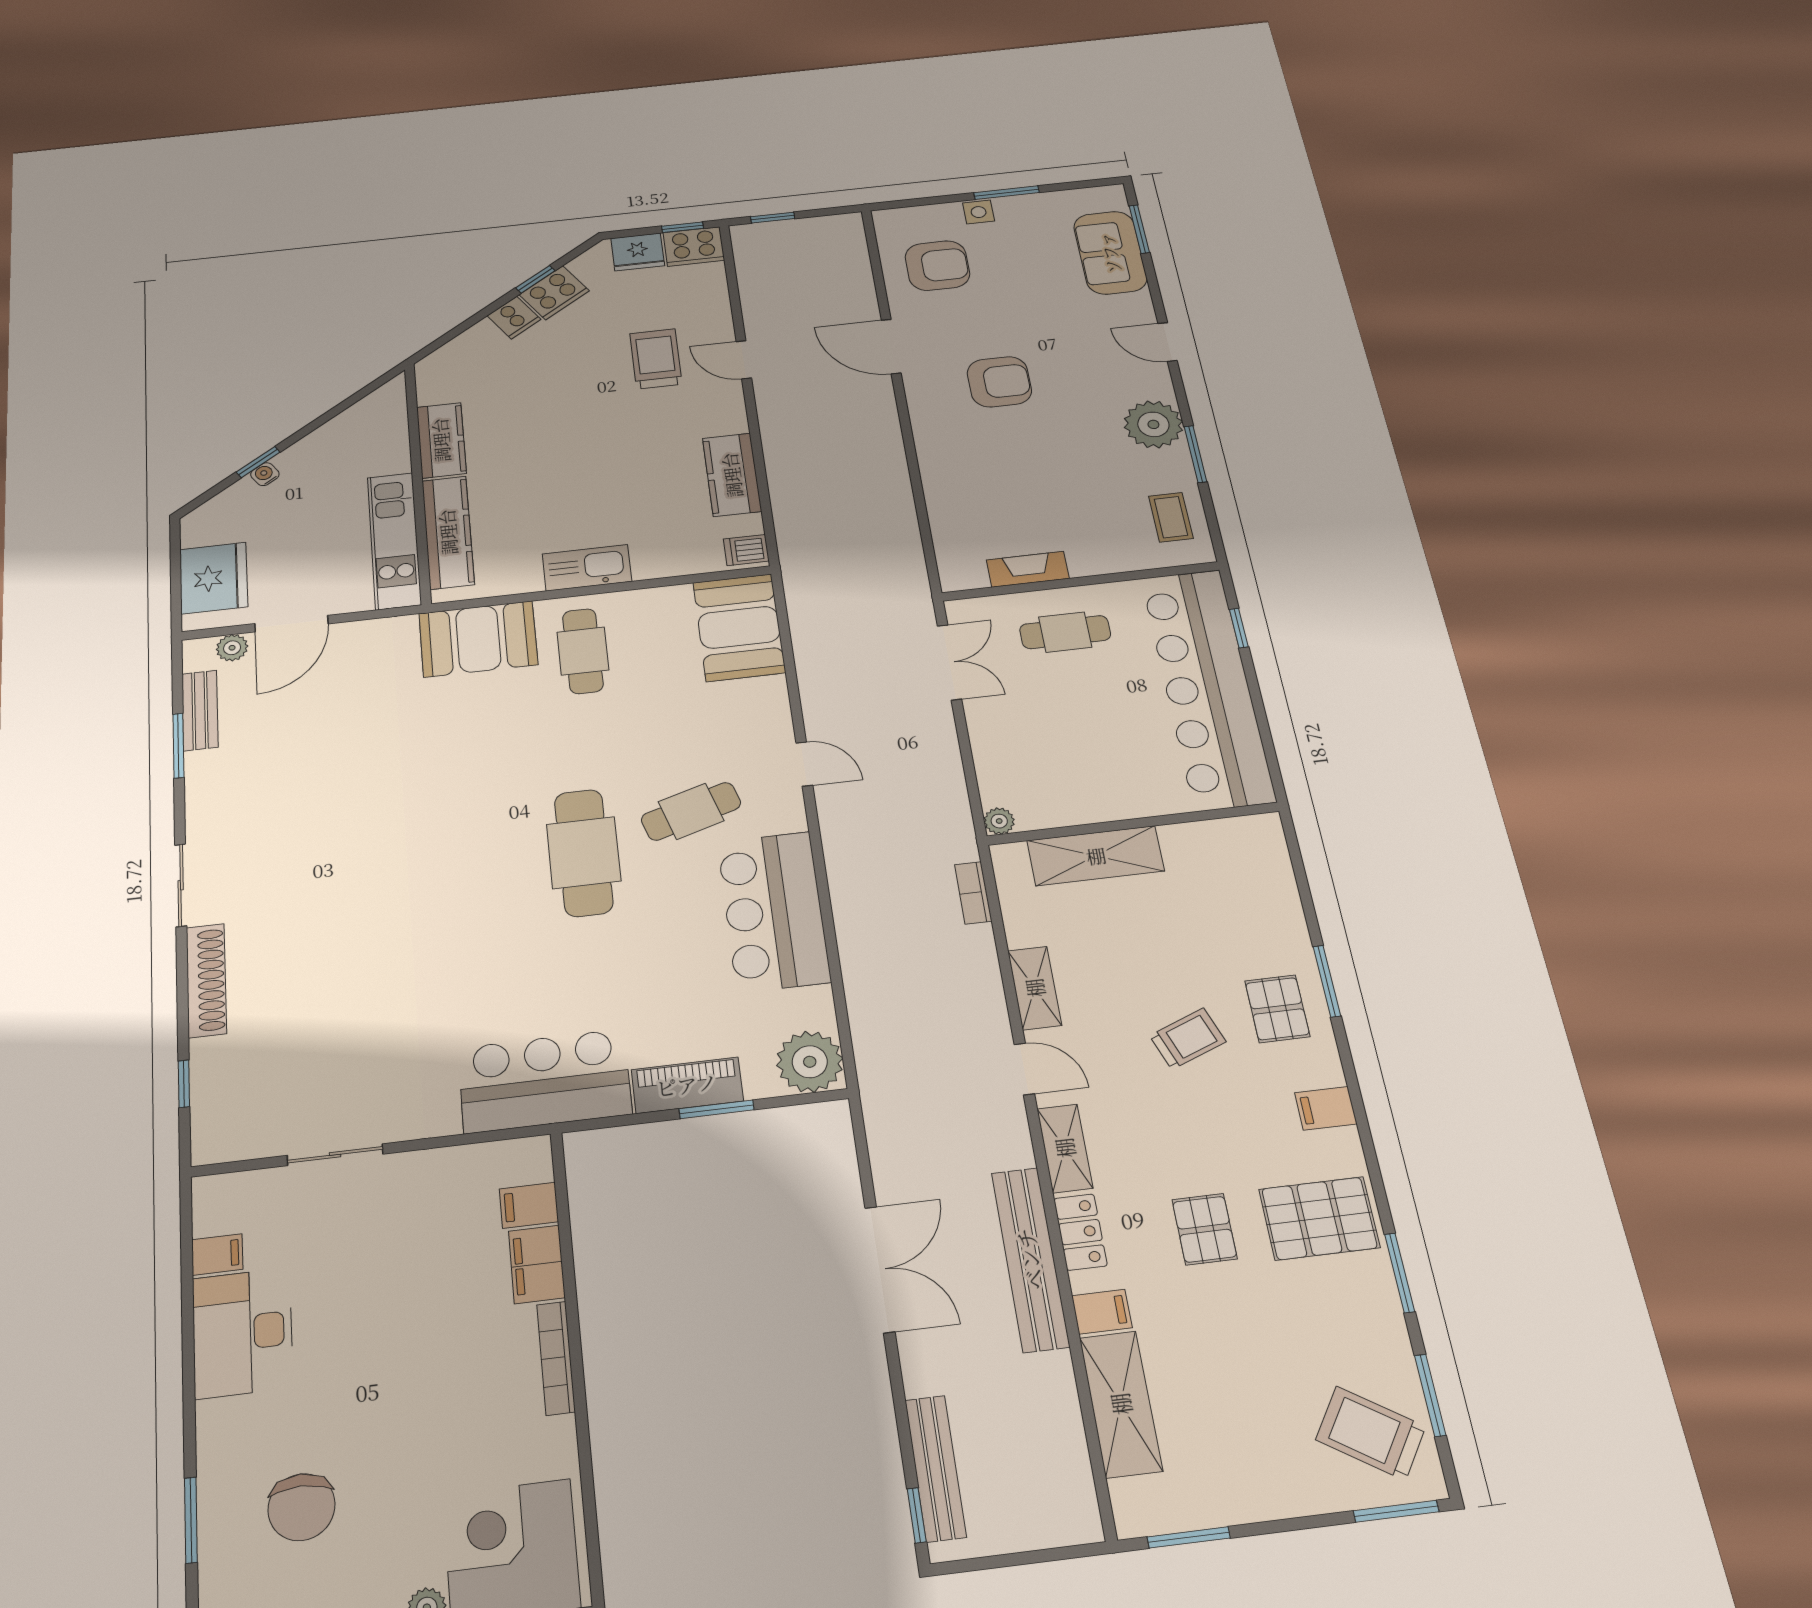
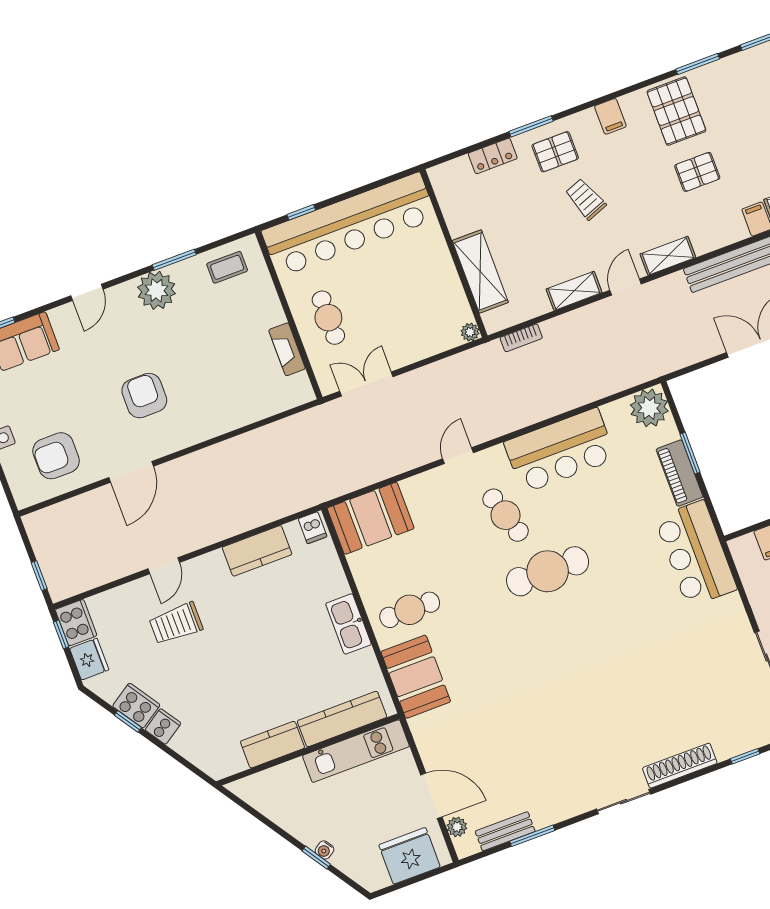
armchair: (937, 266) -> (56, 456), turned -90
locker: (1080, 1232) -> (493, 156), moved, turned 180

